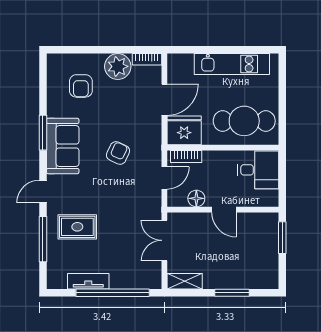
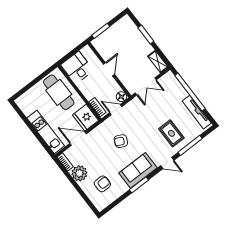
kitchen unit: (232, 64) -> (46, 132), moved
floor lamp: (196, 198) -> (121, 97), moved
tv unit: (88, 281) -> (197, 112), width x1.41

